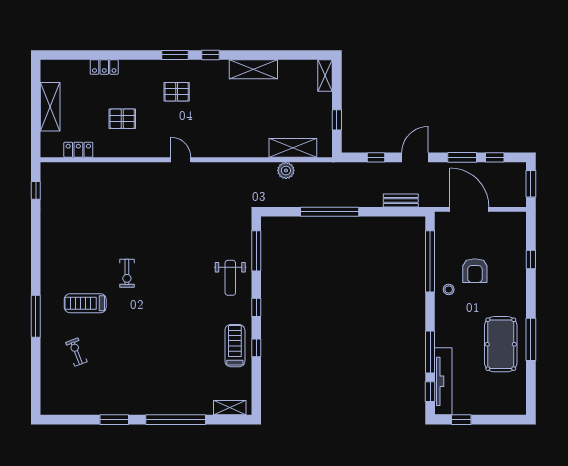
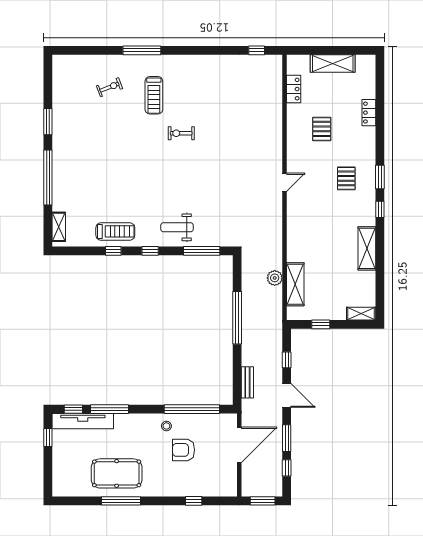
treadmill: (85, 303) -> (154, 95), turned 180

